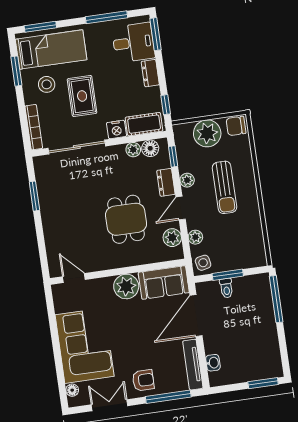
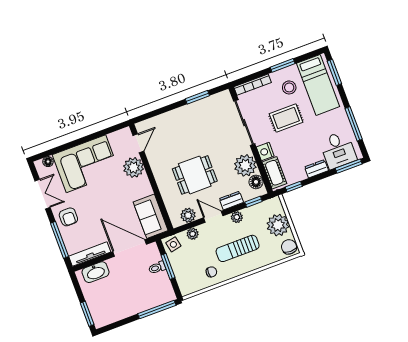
window: (16, 71) -> (283, 65), moved
plant: (133, 150) -> (245, 165), width x1.87, depth x1.87
chair: (246, 225) -> (211, 272), added
plant: (126, 286) -> (134, 168), moved
washbasin: (213, 363) -> (96, 272), width x1.91, depth x1.45

